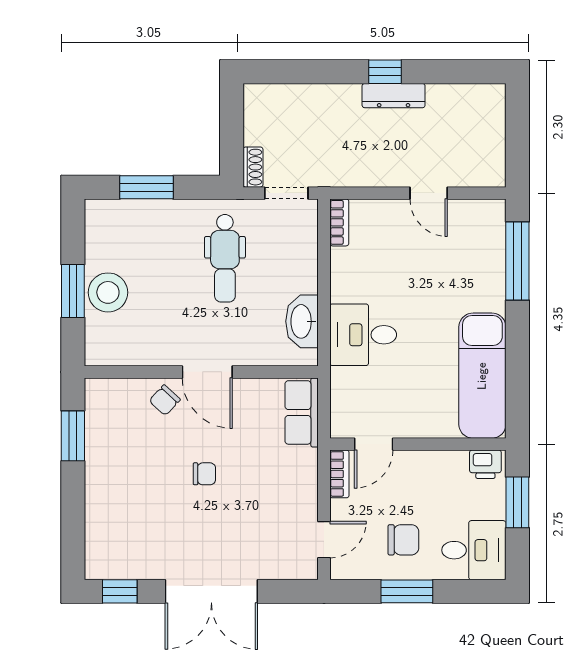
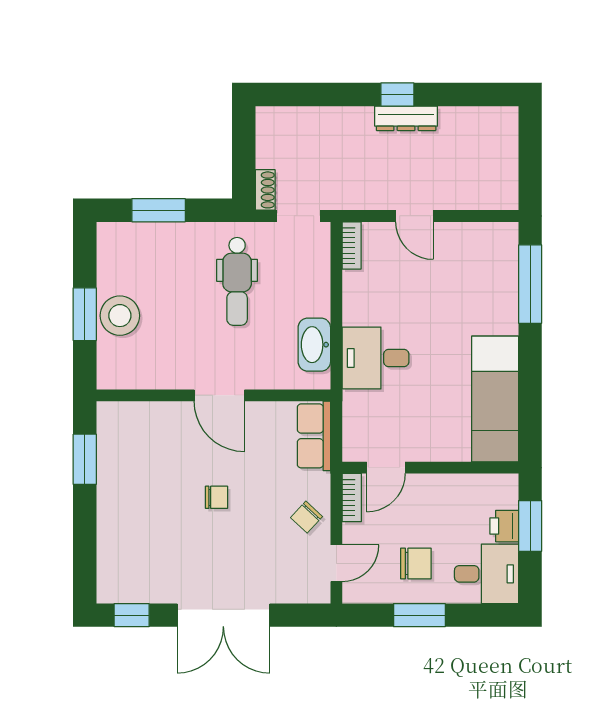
door: (429, 193) -> (415, 216), moved
chair: (165, 400) -> (307, 517), moved
printer: (485, 464) -> (504, 526), moved, turned 90

